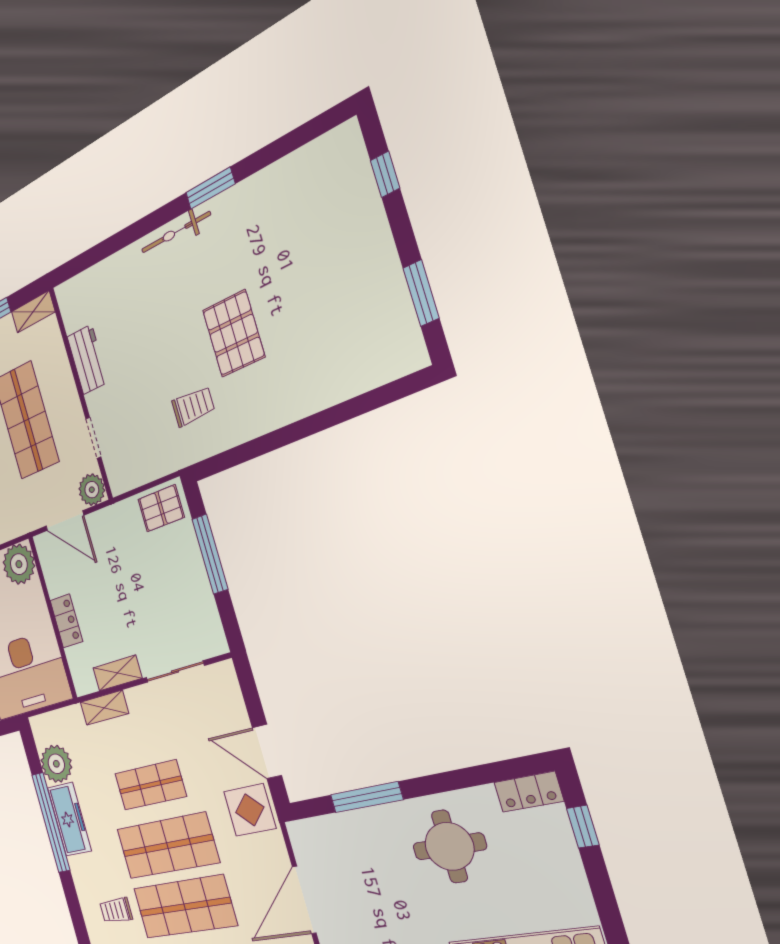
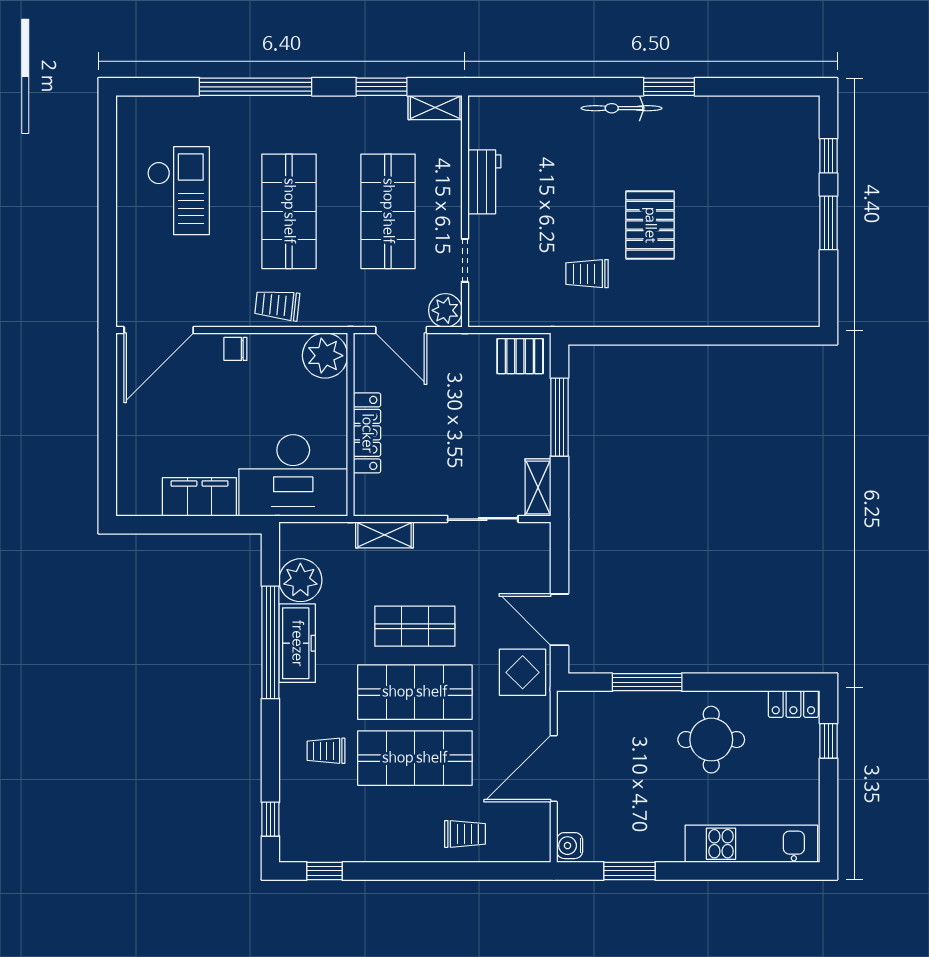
window: (421, 293) -> (828, 223), moved
trolley: (193, 406) -> (587, 274), turned 180
locker: (66, 621) -> (367, 433), width x1.53
shelving: (117, 673) -> (538, 487), moved, turned 90

